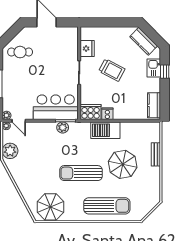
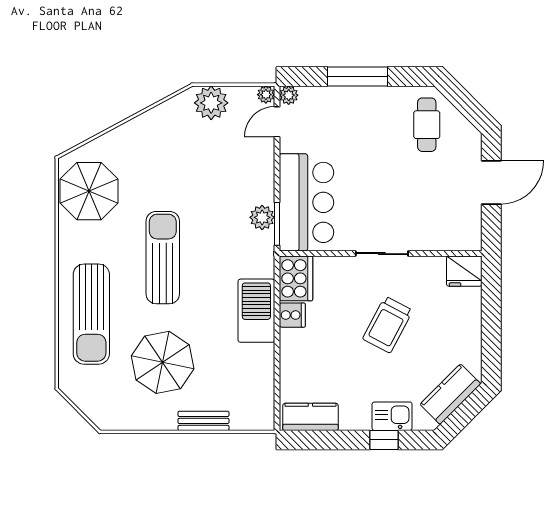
fridge: (87, 48) -> (464, 271), moved
parasol: (123, 164) -> (163, 362), moved

